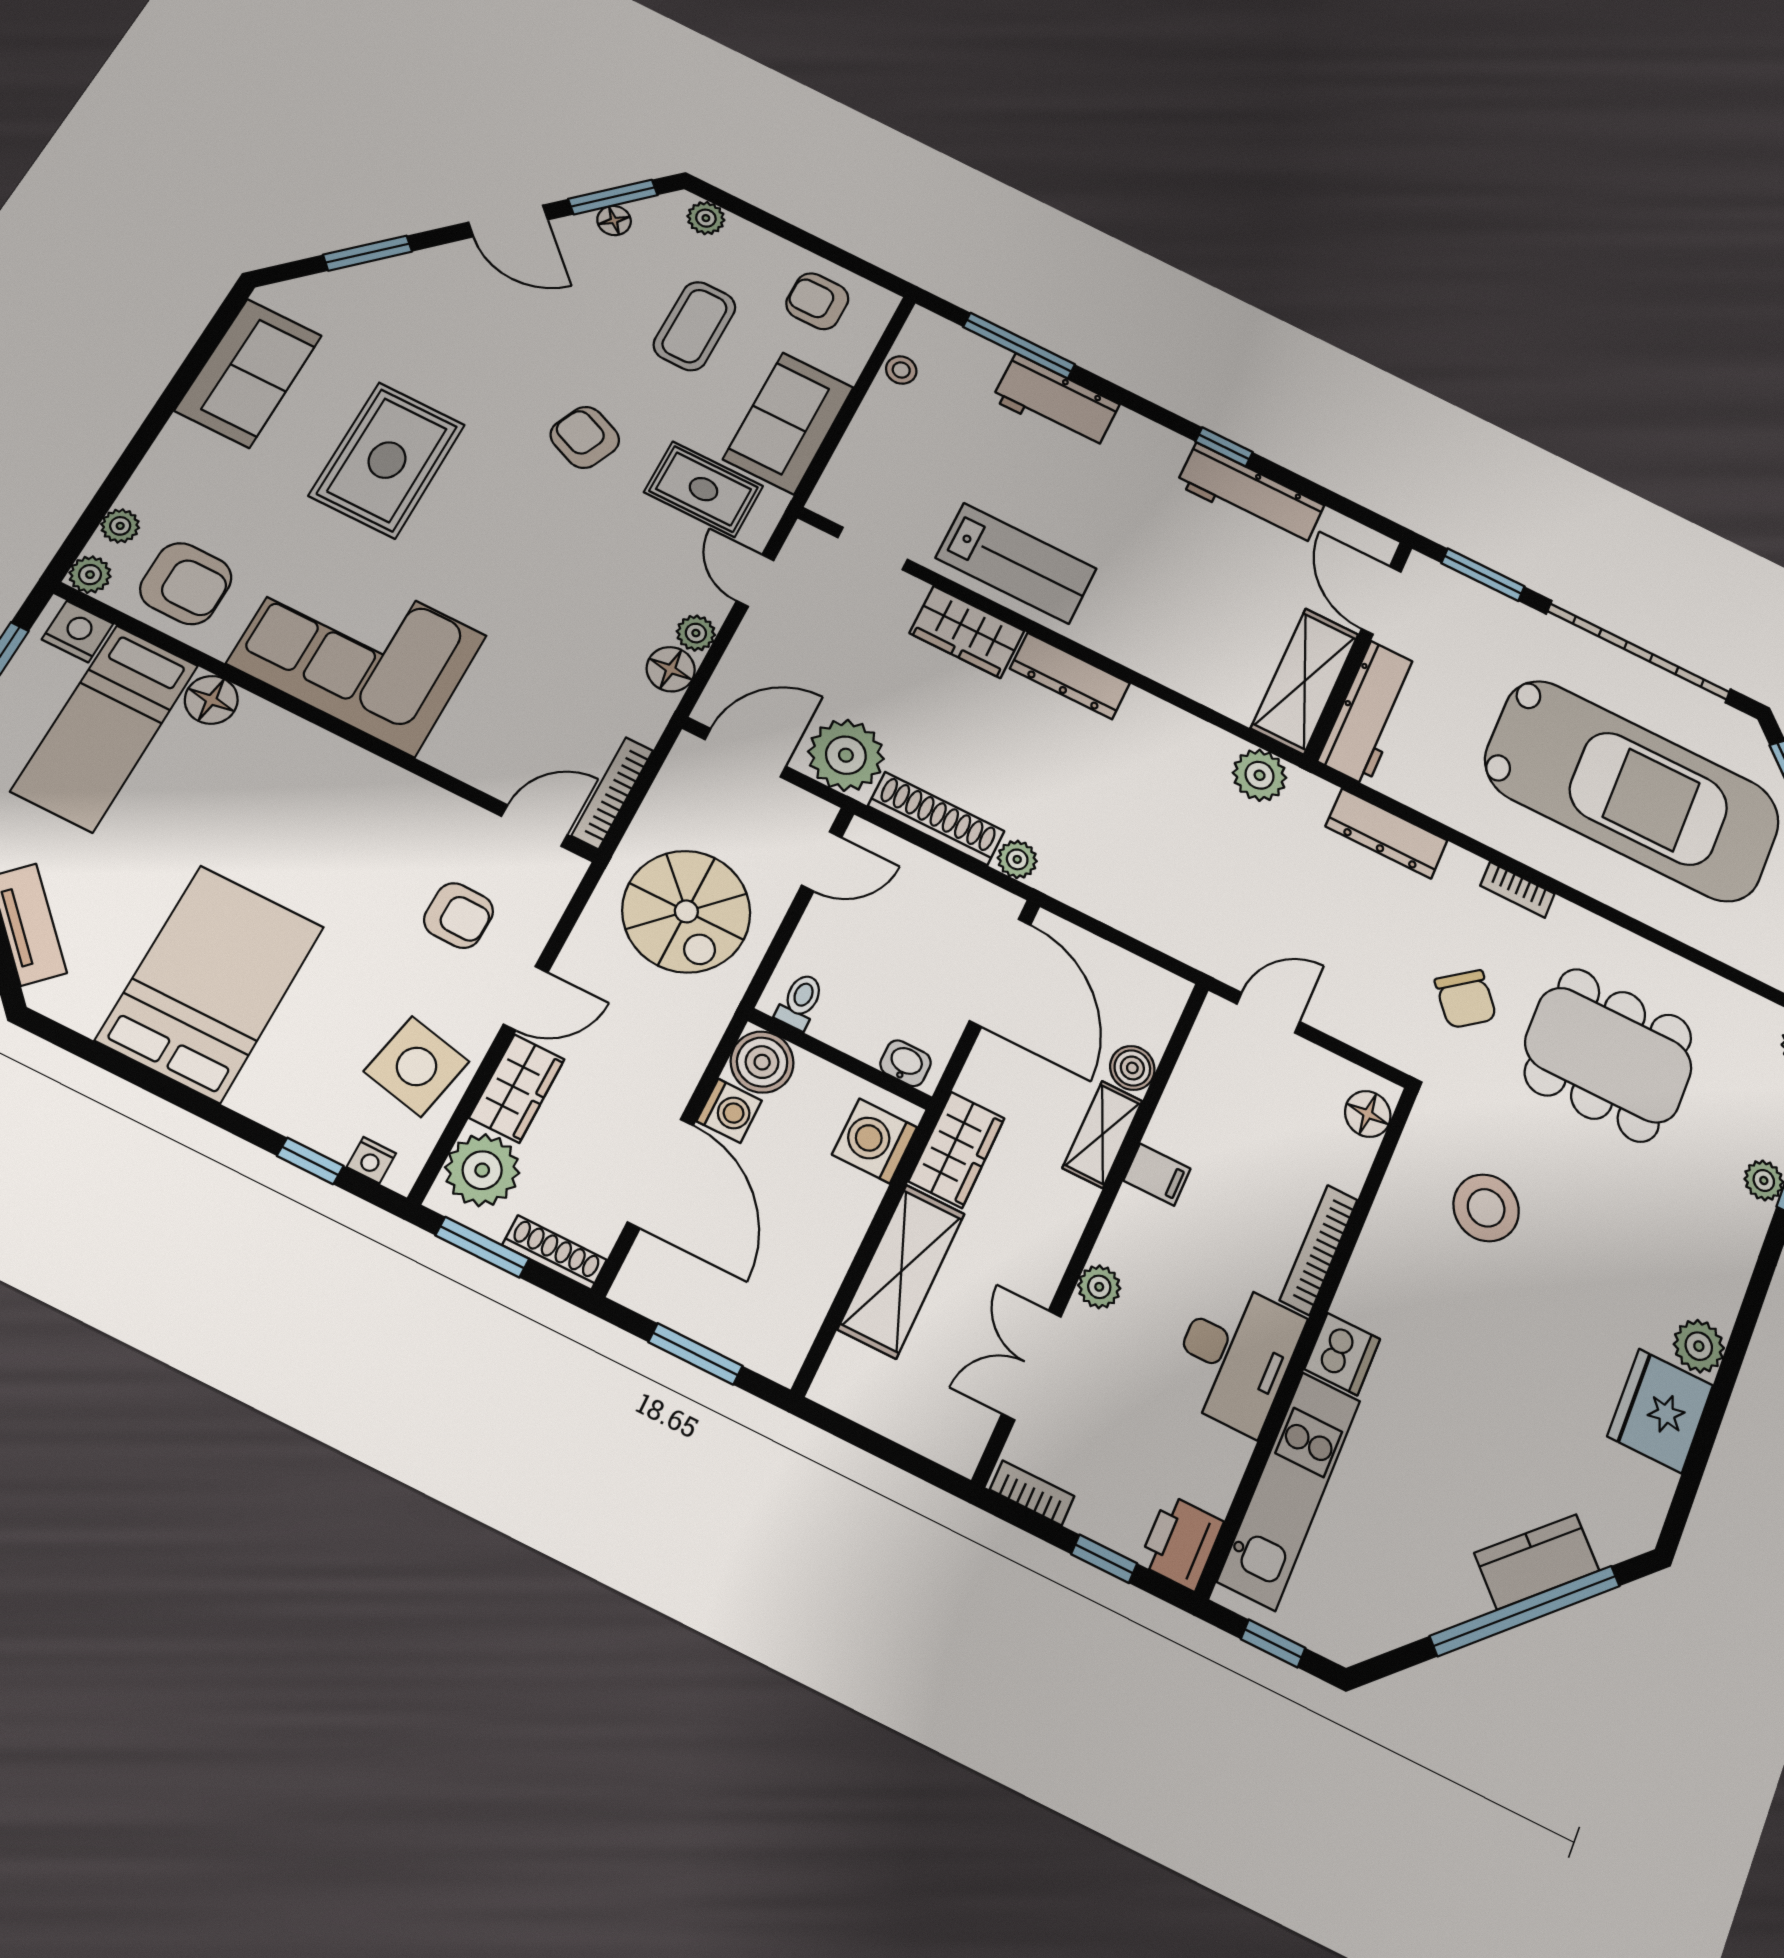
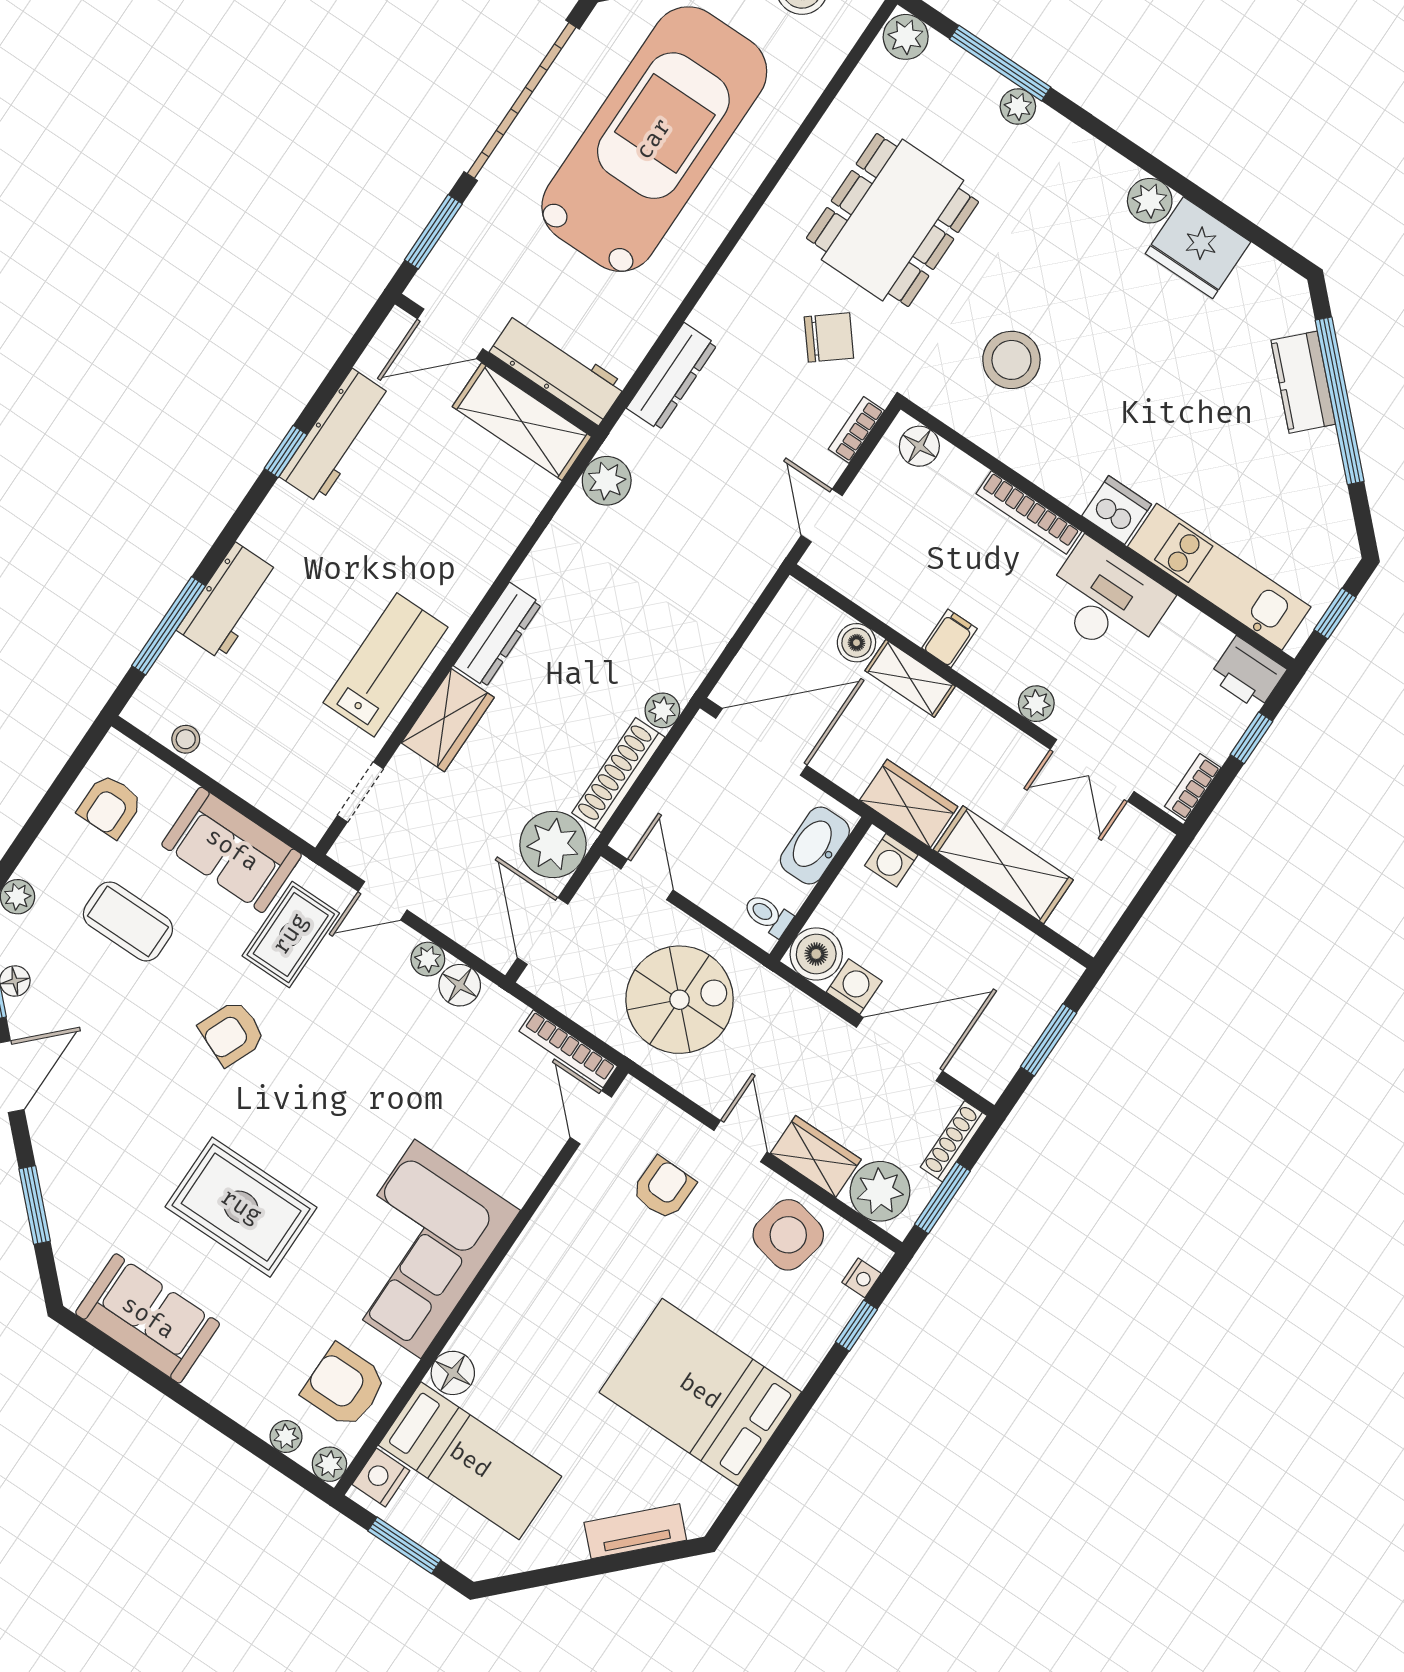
armchair: (186, 584) -> (344, 1386), turned -90
bookcase: (1517, 890) -> (856, 430), moved, turned 180
washbasin: (906, 1063) -> (815, 846), width x1.91, depth x1.45
washing machine: (875, 1141) -> (891, 860), width x0.73, depth x0.73

